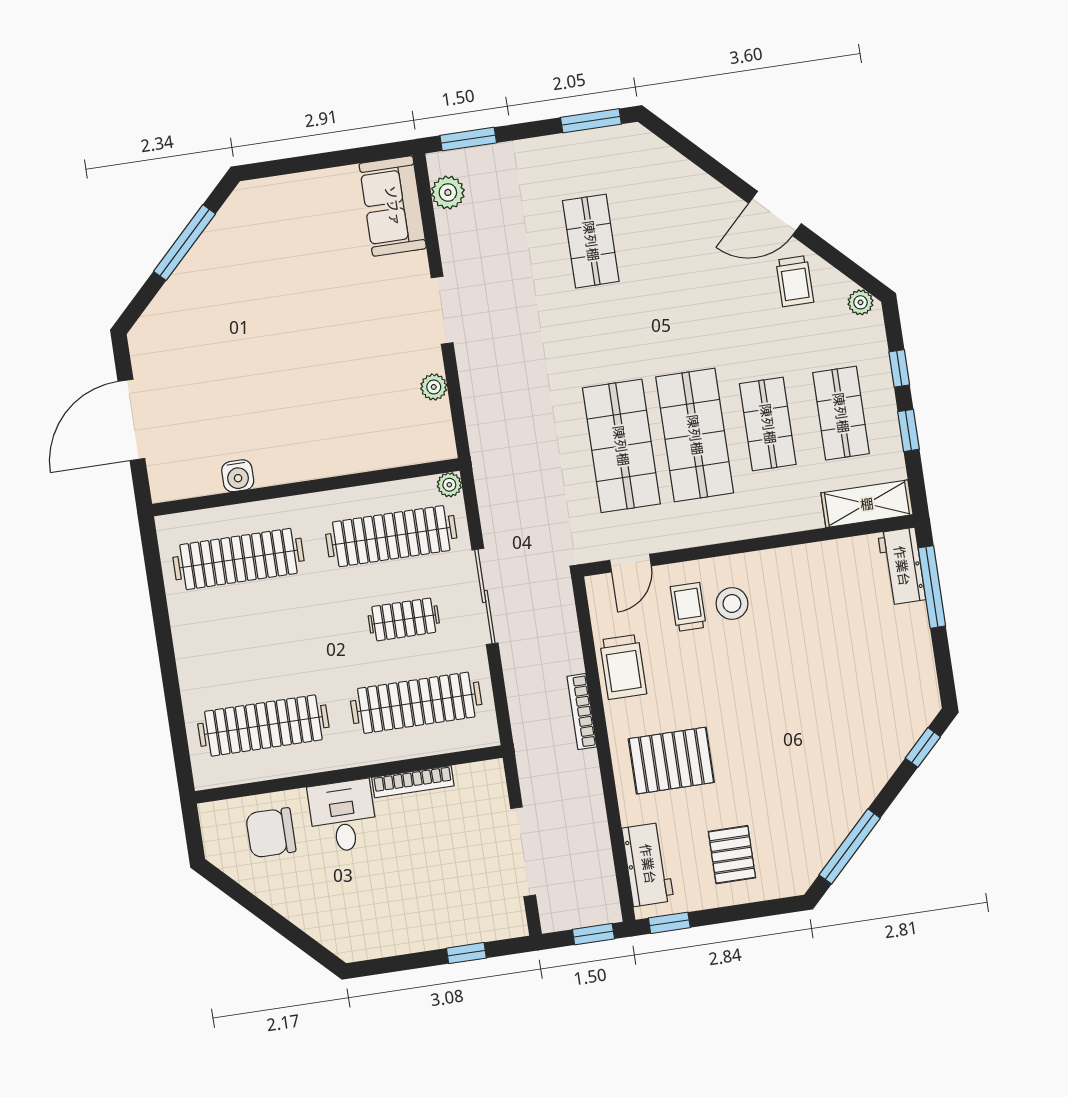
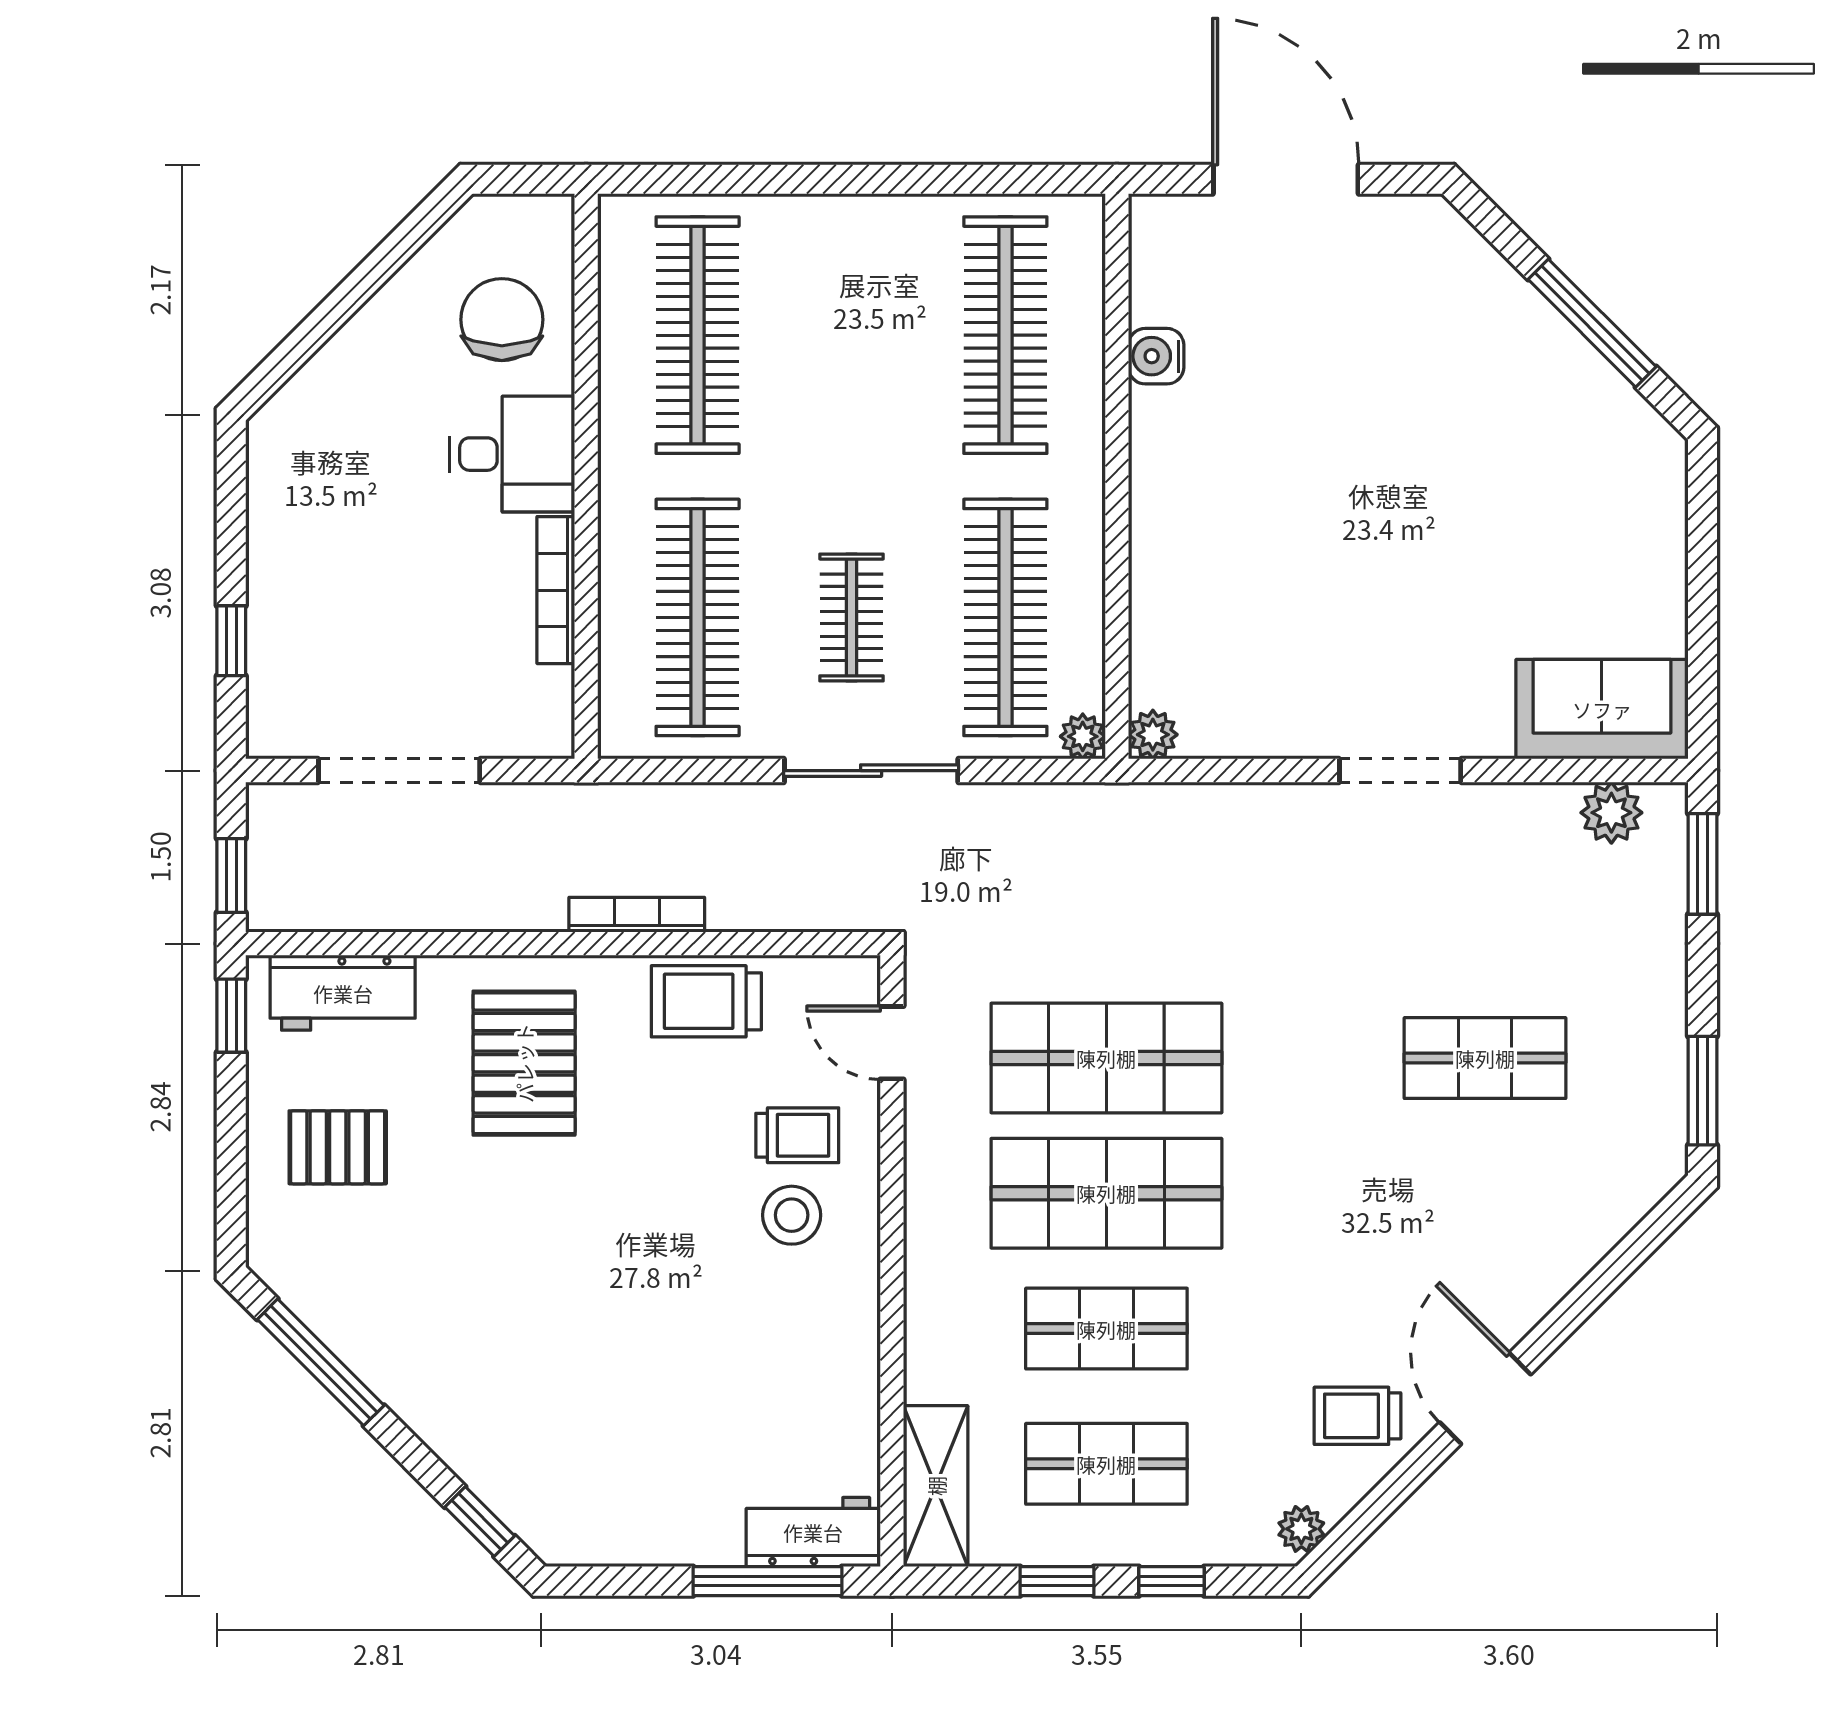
plant: (434, 387) -> (1153, 735), moved

